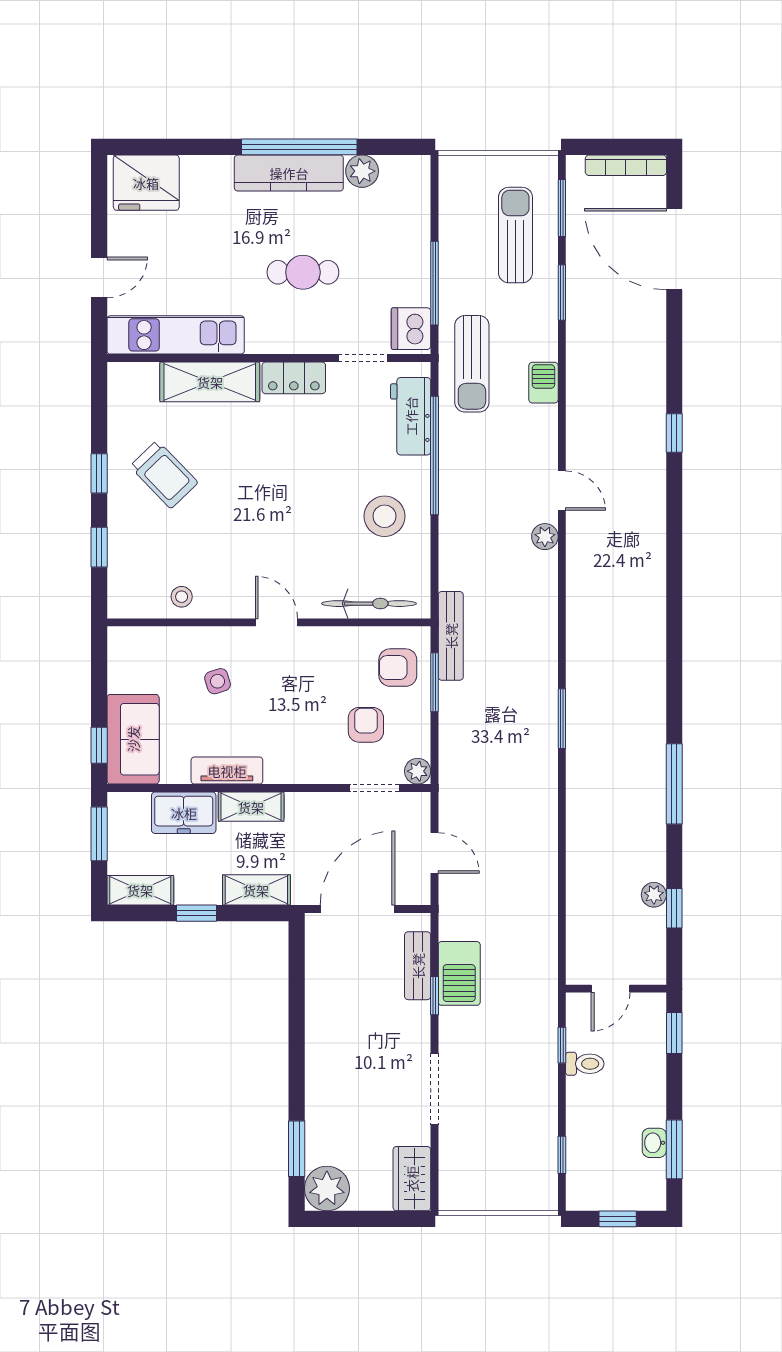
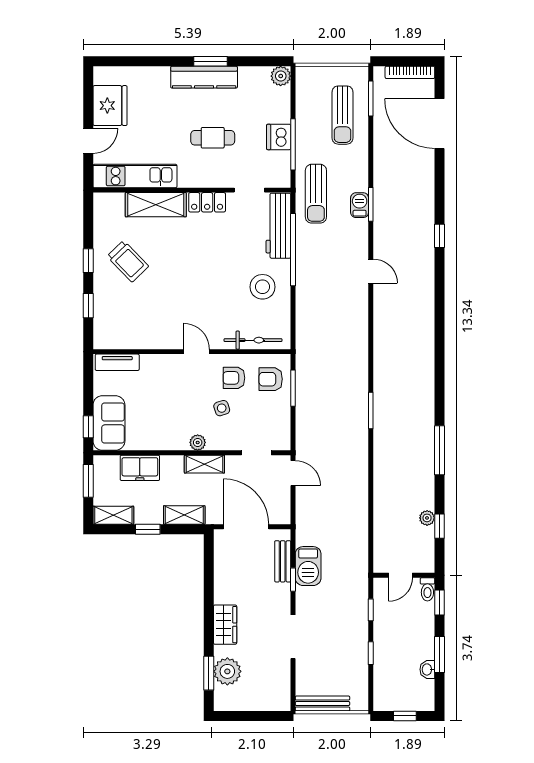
window: (299, 147) -> (210, 61), width x0.47
plant: (362, 171) -> (281, 76), moved
fridge: (146, 183) -> (110, 106), moved, turned -90
sun lounger: (515, 235) -> (343, 115), turned 180
window: (562, 293) -> (371, 204), moved
dishwasher: (411, 329) -> (279, 137), moved
workbench: (411, 416) -> (278, 226), width x1.38
plant: (545, 537) -> (360, 299), removed
stool: (182, 597) -> (139, 336), removed
bench: (451, 636) -> (322, 704), moved, turned 90
side table: (218, 681) -> (222, 408), moved
armchair: (366, 725) -> (234, 378), moved, turned -90
tv unit: (227, 771) -> (117, 362), moved, turned 180
plant: (418, 771) -> (198, 442), moved
shelving: (251, 807) -> (204, 464), moved
door: (434, 853) -> (293, 473), moved
door: (358, 909) -> (246, 527), hinge flipped
toilet: (585, 1064) -> (427, 589), moved, turned 90
window: (674, 1149) -> (439, 655), moved
window: (562, 1155) -> (371, 653), moved
wardrobe: (412, 1179) -> (225, 625), moved, turned 180
plant: (327, 1189) -> (227, 671), moved

